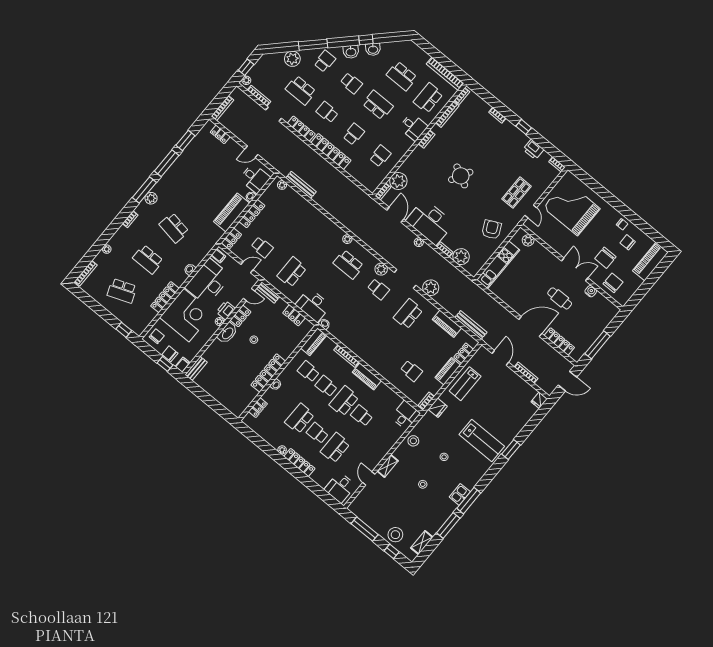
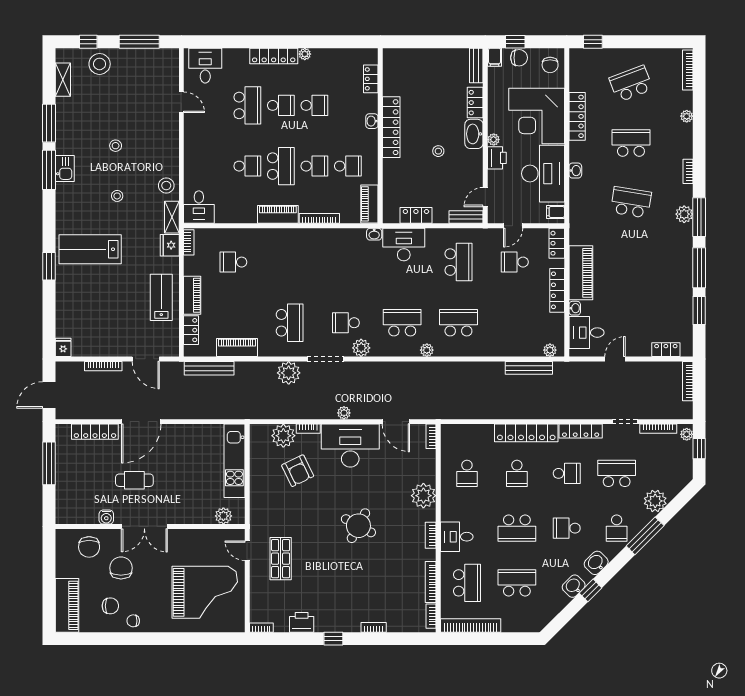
plant: (398, 181) -> (423, 496), moved
armchair: (492, 230) -> (298, 471), moved
school desk: (319, 240) -> (458, 323), added
locker: (241, 316) -> (475, 103), moved
school desk: (300, 418) -> (314, 105), width x0.54
shelving: (388, 466) -> (172, 217), moved

